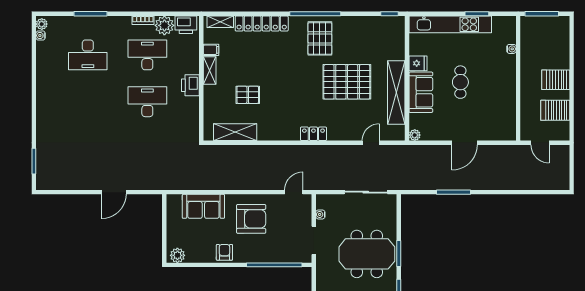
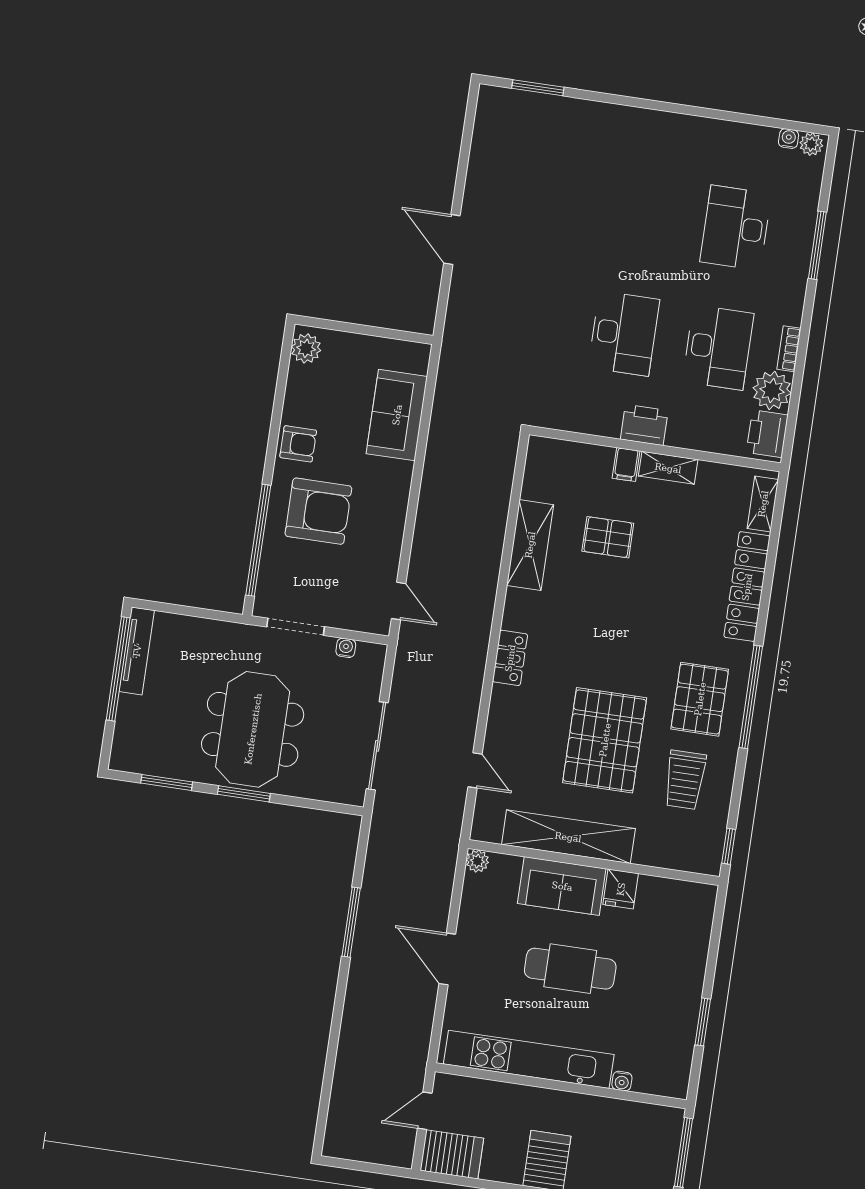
kitchen unit: (450, 24) -> (529, 1059), moved, turned 90
pallet: (320, 38) -> (700, 699), turned 90
trolley: (360, 40) -> (685, 780), added
filing cabinet: (211, 50) -> (626, 465), moved
cafe table: (460, 82) -> (570, 969), width x1.37, depth x1.35
pallet: (248, 95) -> (608, 537), turned 90
server rack: (555, 110) -> (452, 1154), moved, turned 90
shelving: (235, 132) -> (530, 545), moved
armchair: (251, 219) -> (318, 511), moved, turned -90

